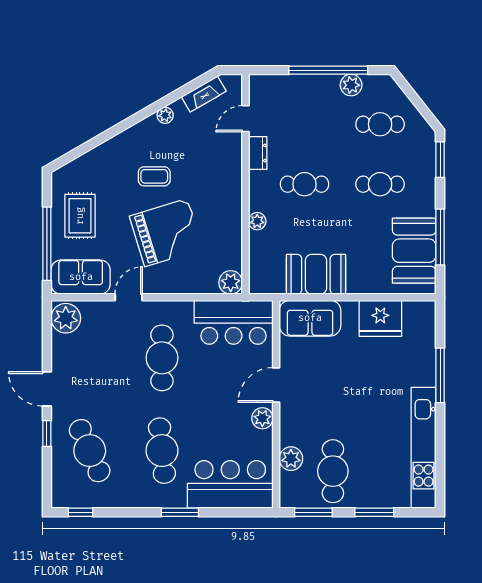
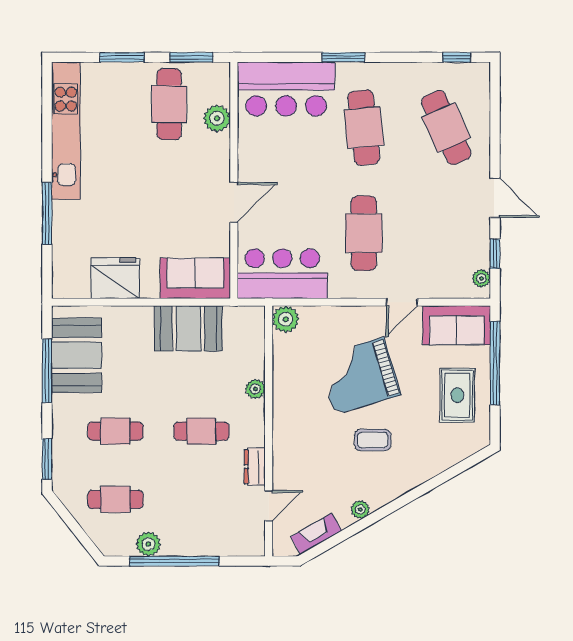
plant: (66, 318) -> (481, 278), width x0.53, depth x0.53
plant: (262, 418) -> (249, 164), removed
window: (47, 434) -> (495, 254), moved

